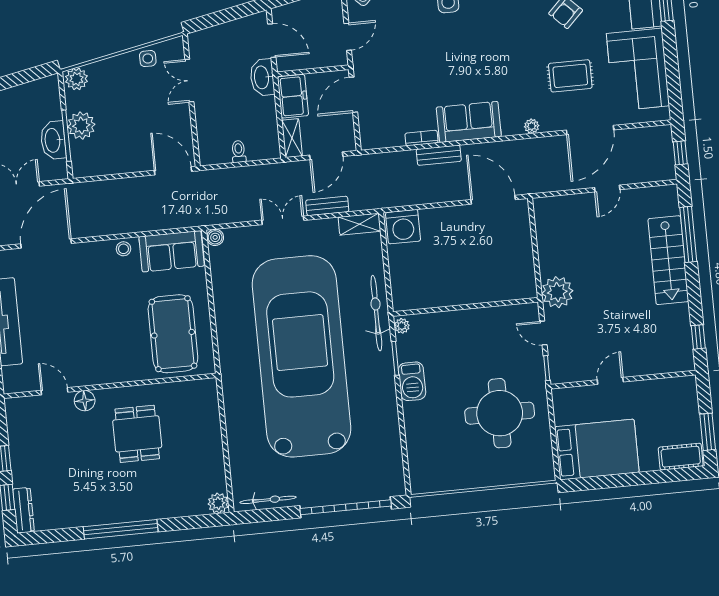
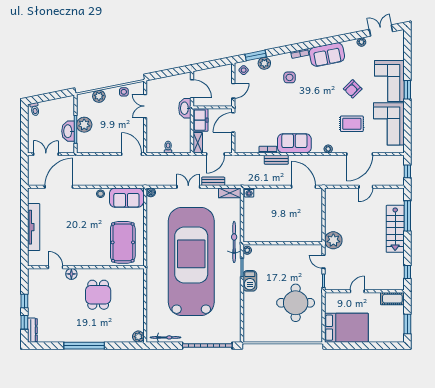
plant: (76, 79) -> (99, 96), moved
washing machine: (403, 227) -> (249, 192), width x0.53, depth x0.53
cot: (681, 457) -> (392, 299), moved

